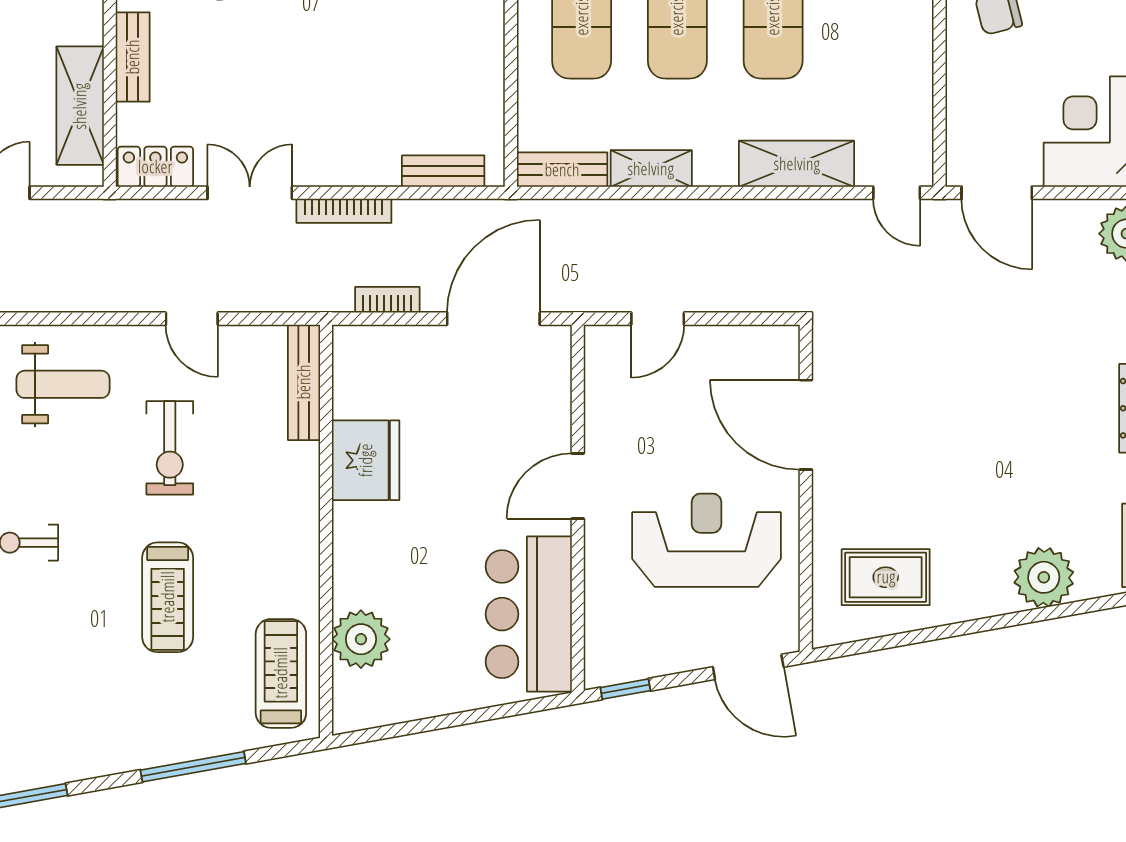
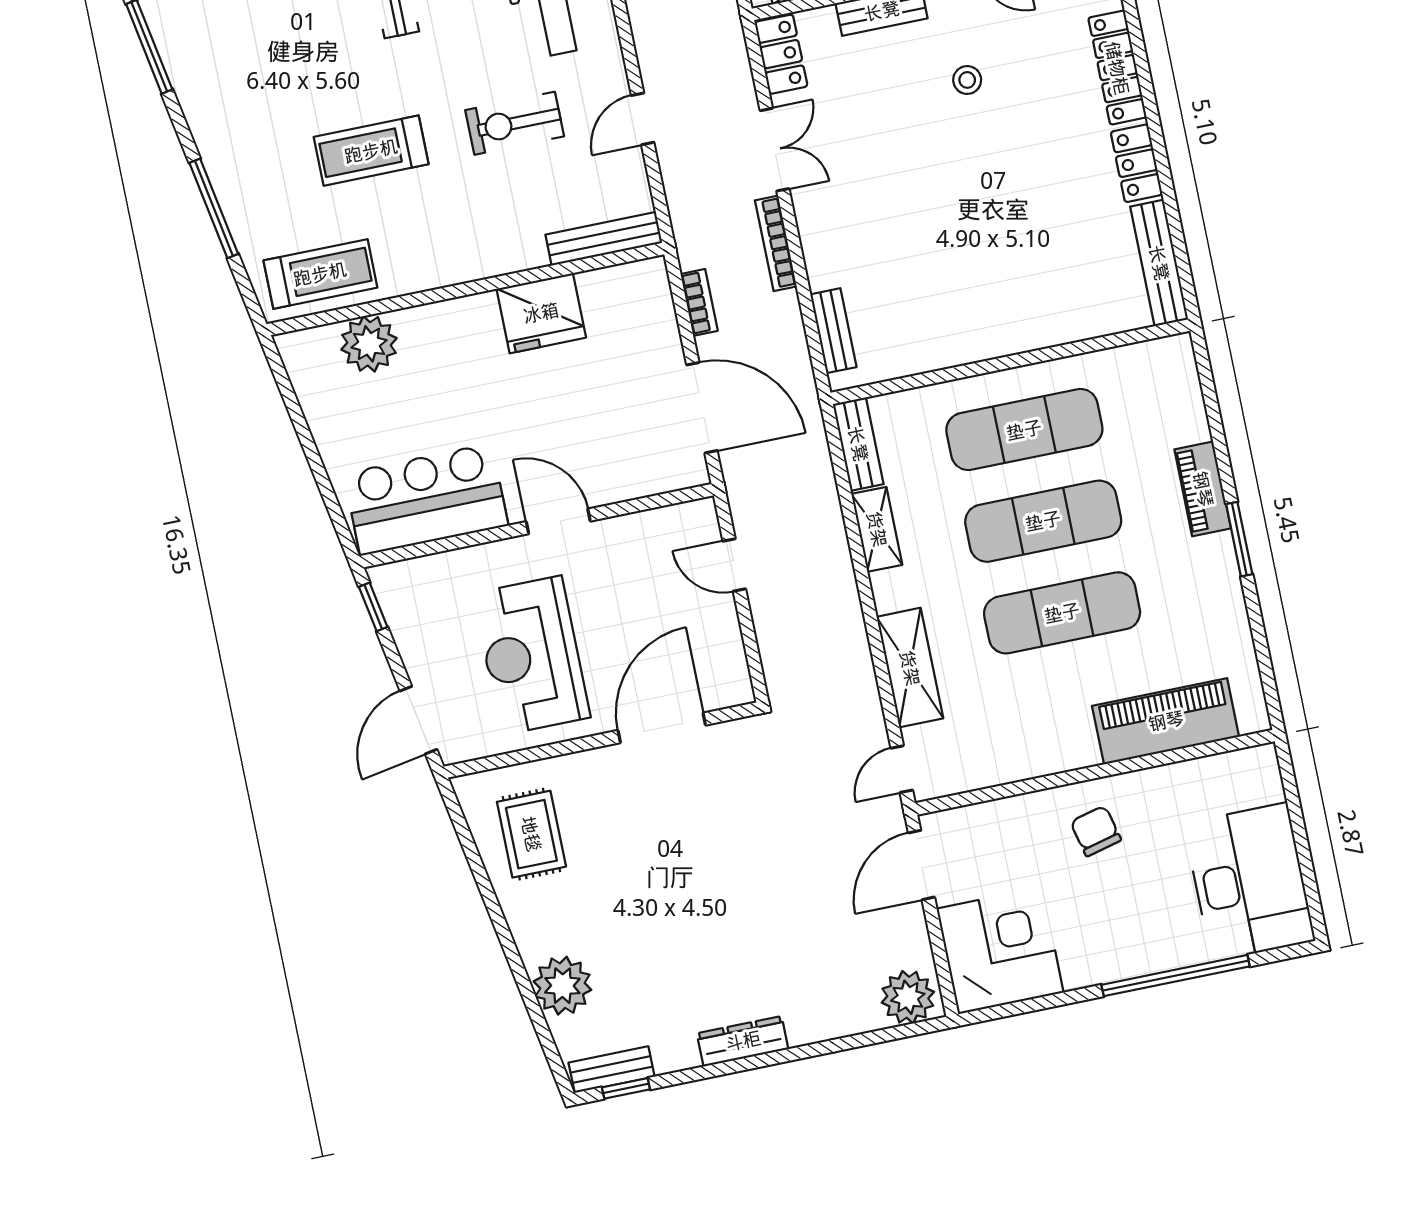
reception desk: (706, 540) -> (532, 655), turned 180

